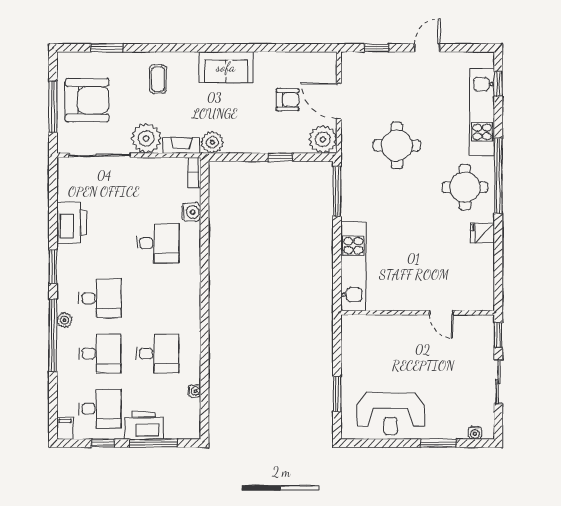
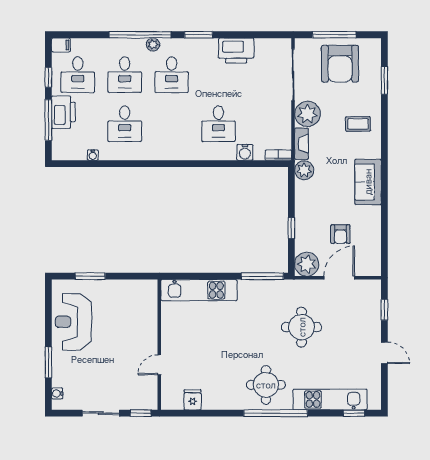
fridge: (482, 233) -> (193, 400), moved

